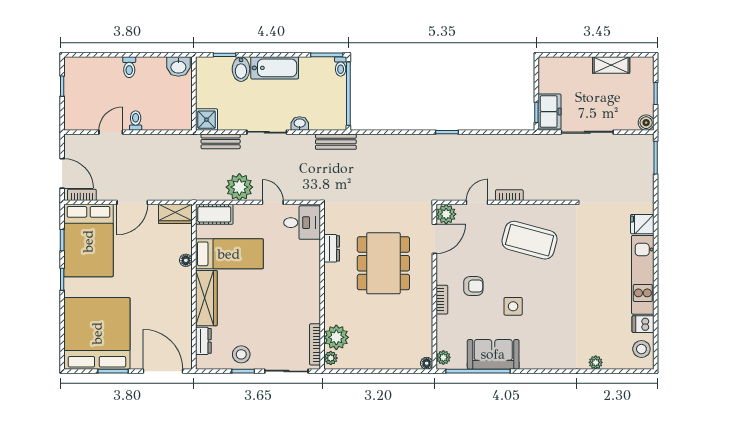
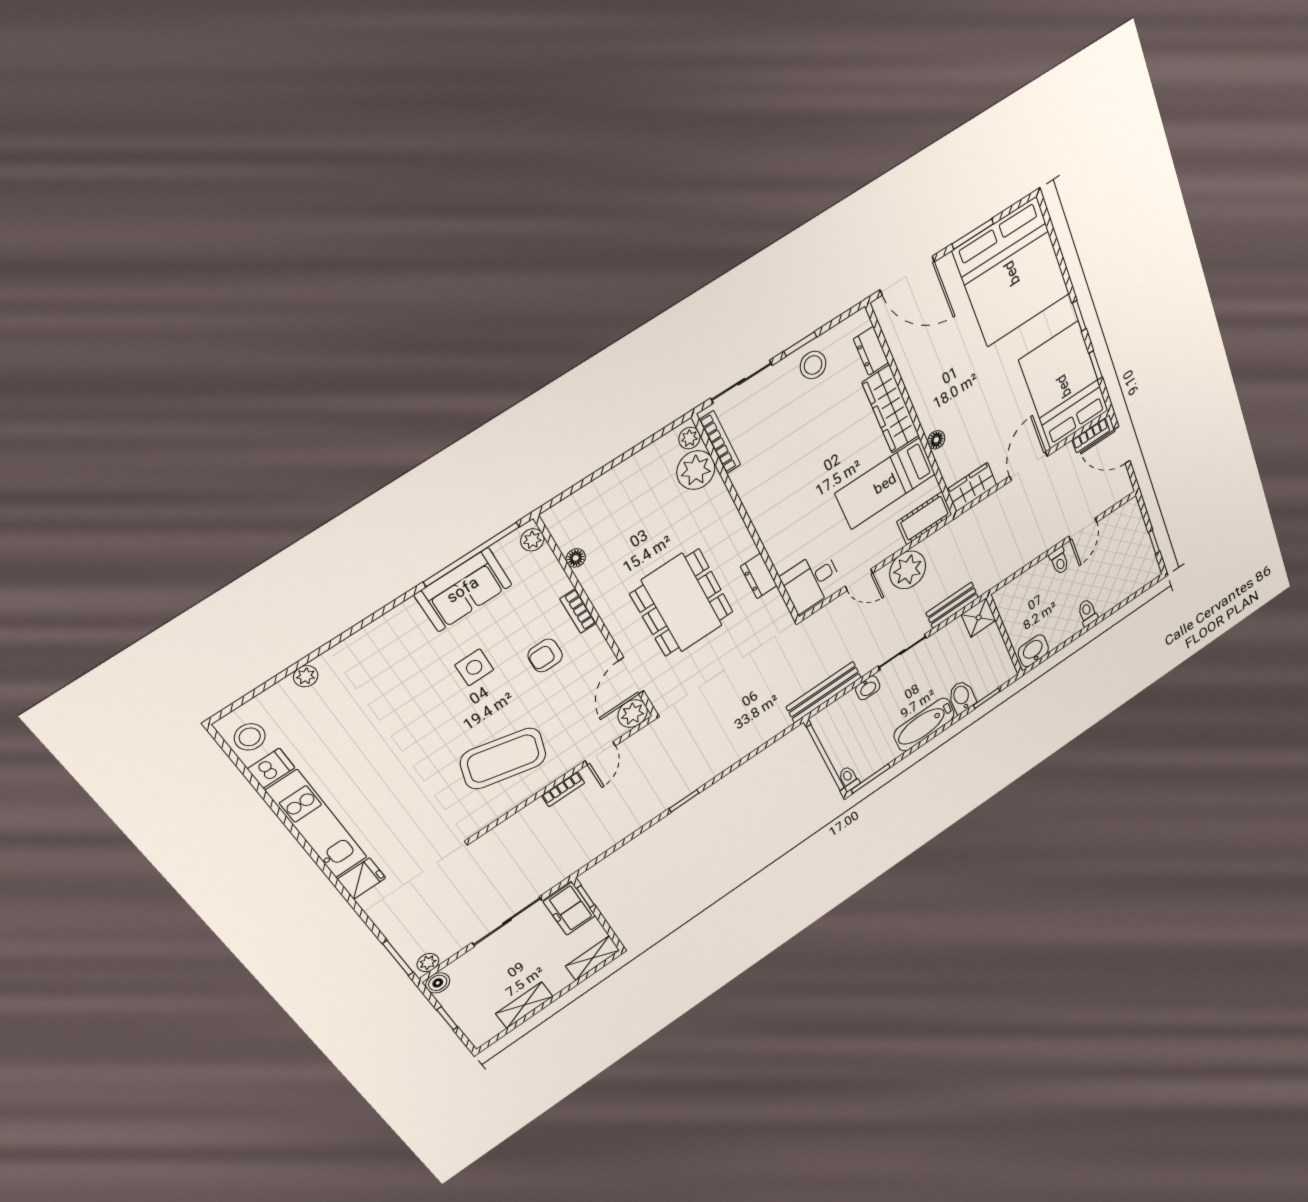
shelving: (556, 65) -> (593, 958), added
plant: (643, 141) -> (428, 963), added
bench: (336, 142) -> (824, 692), width x1.36
floor lamp: (427, 363) -> (576, 558), moved

